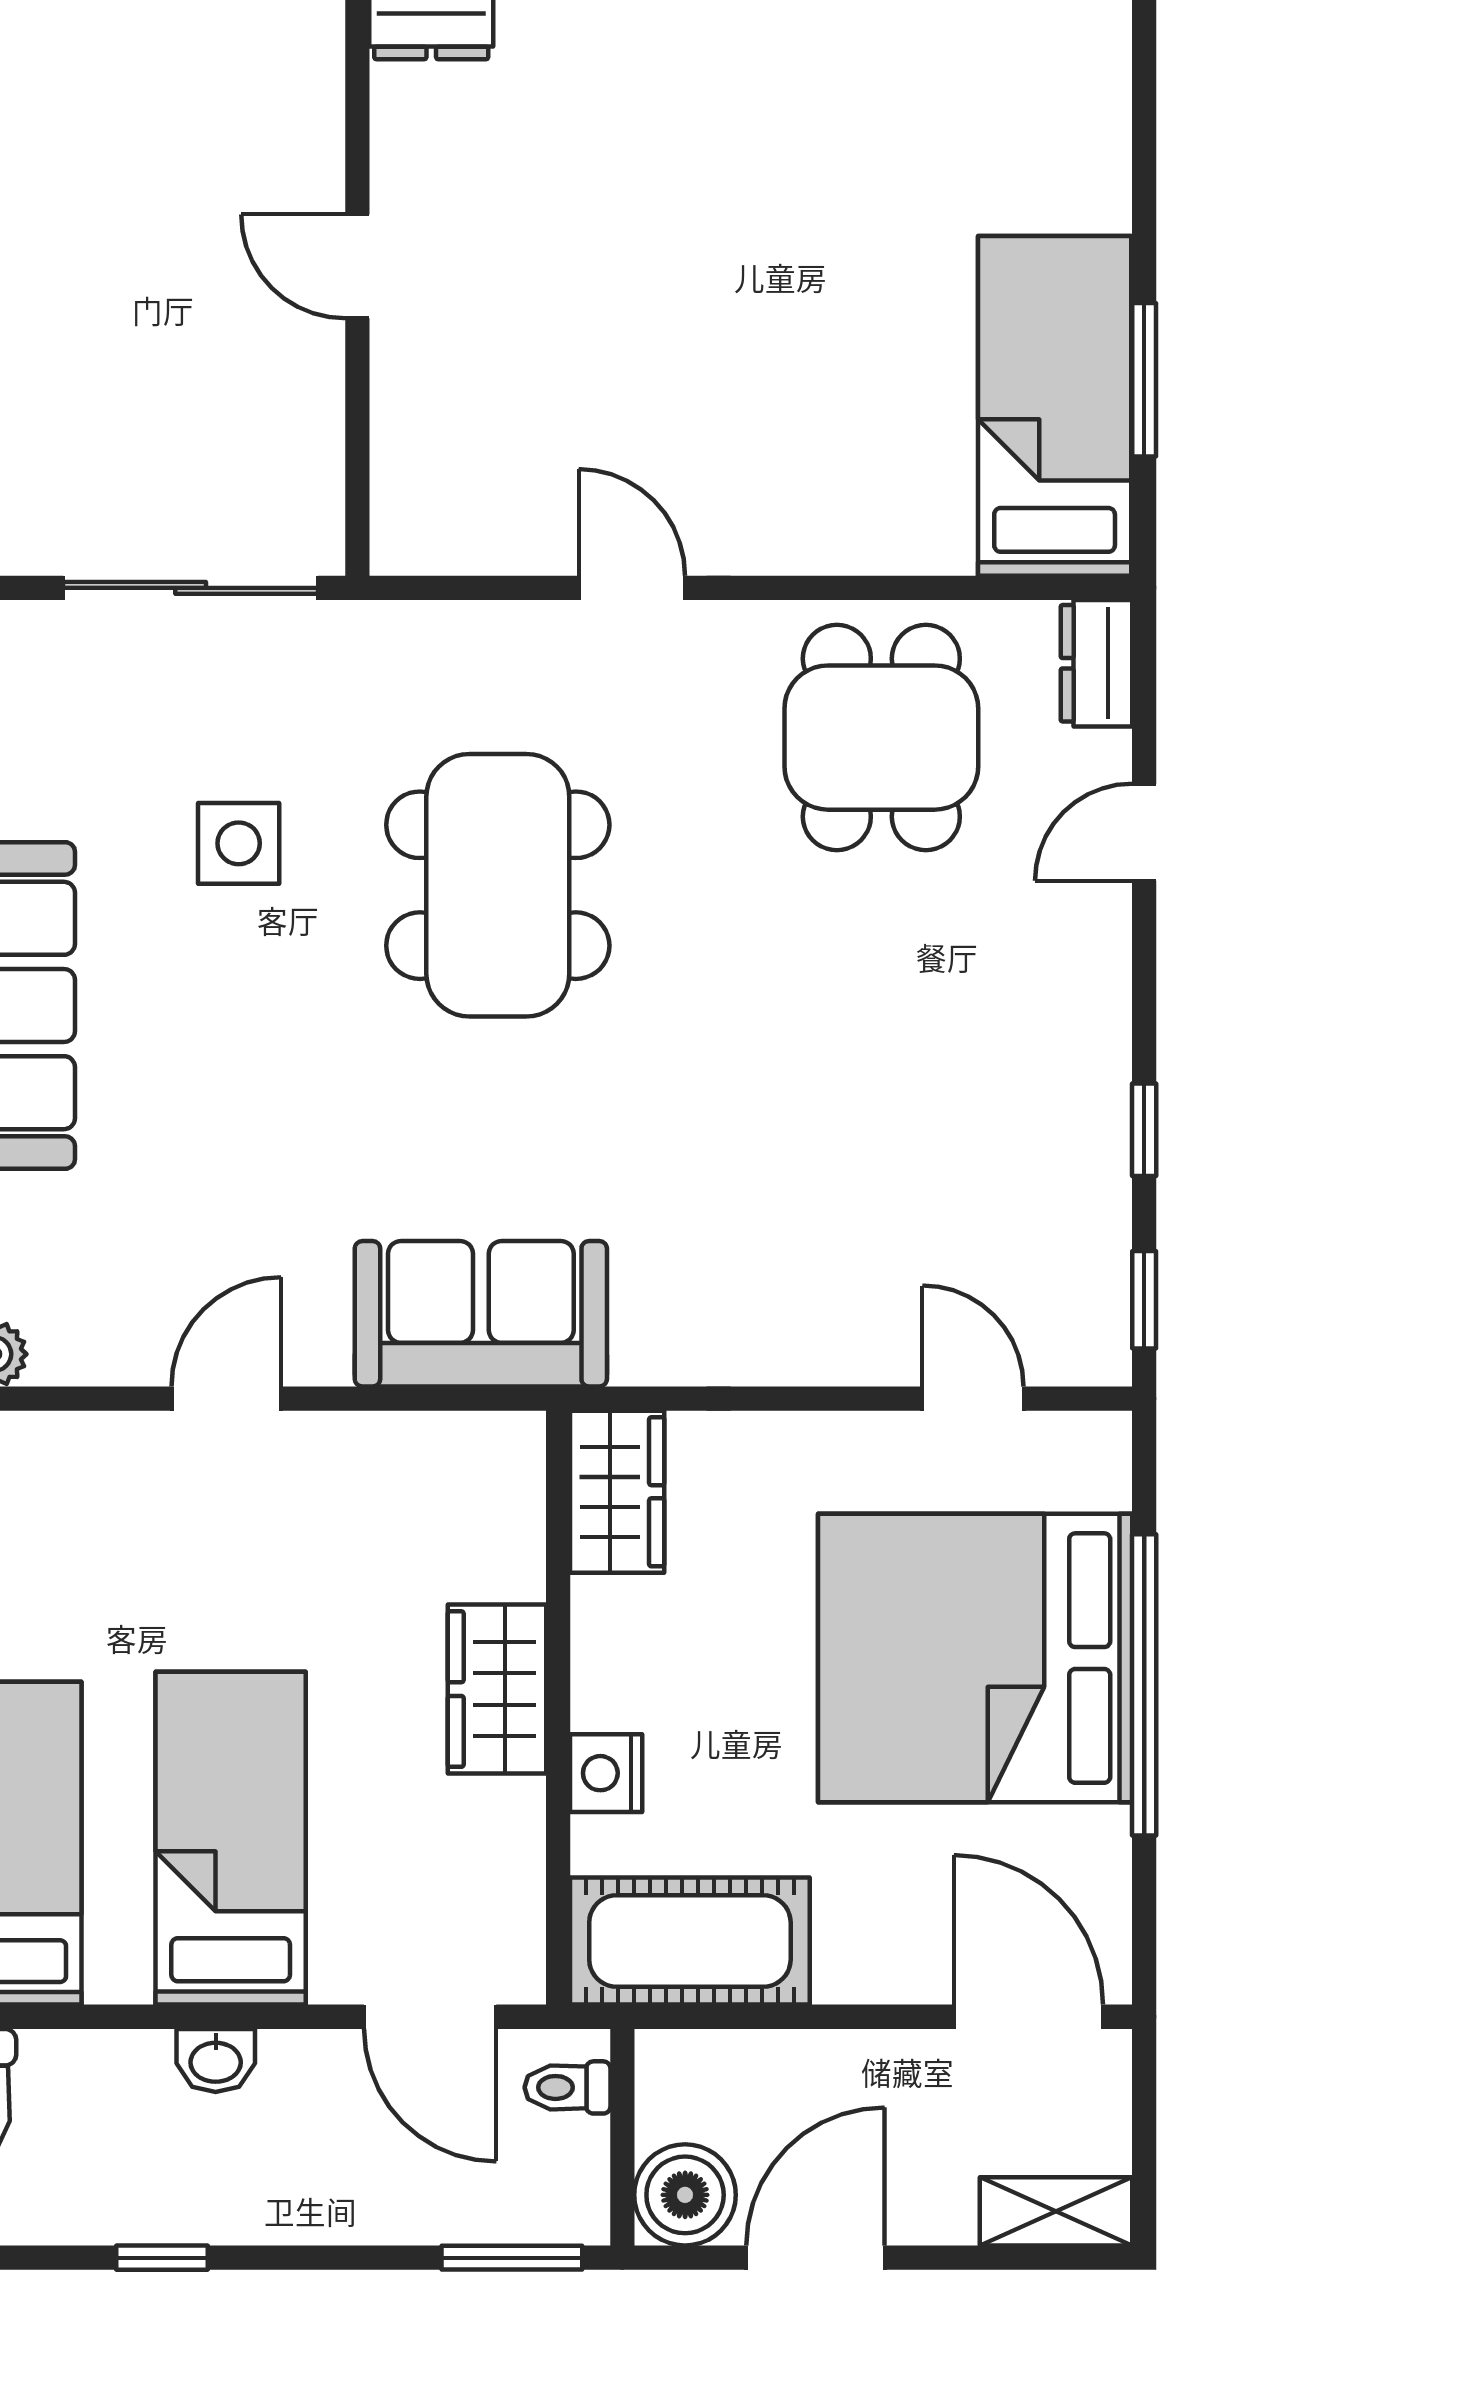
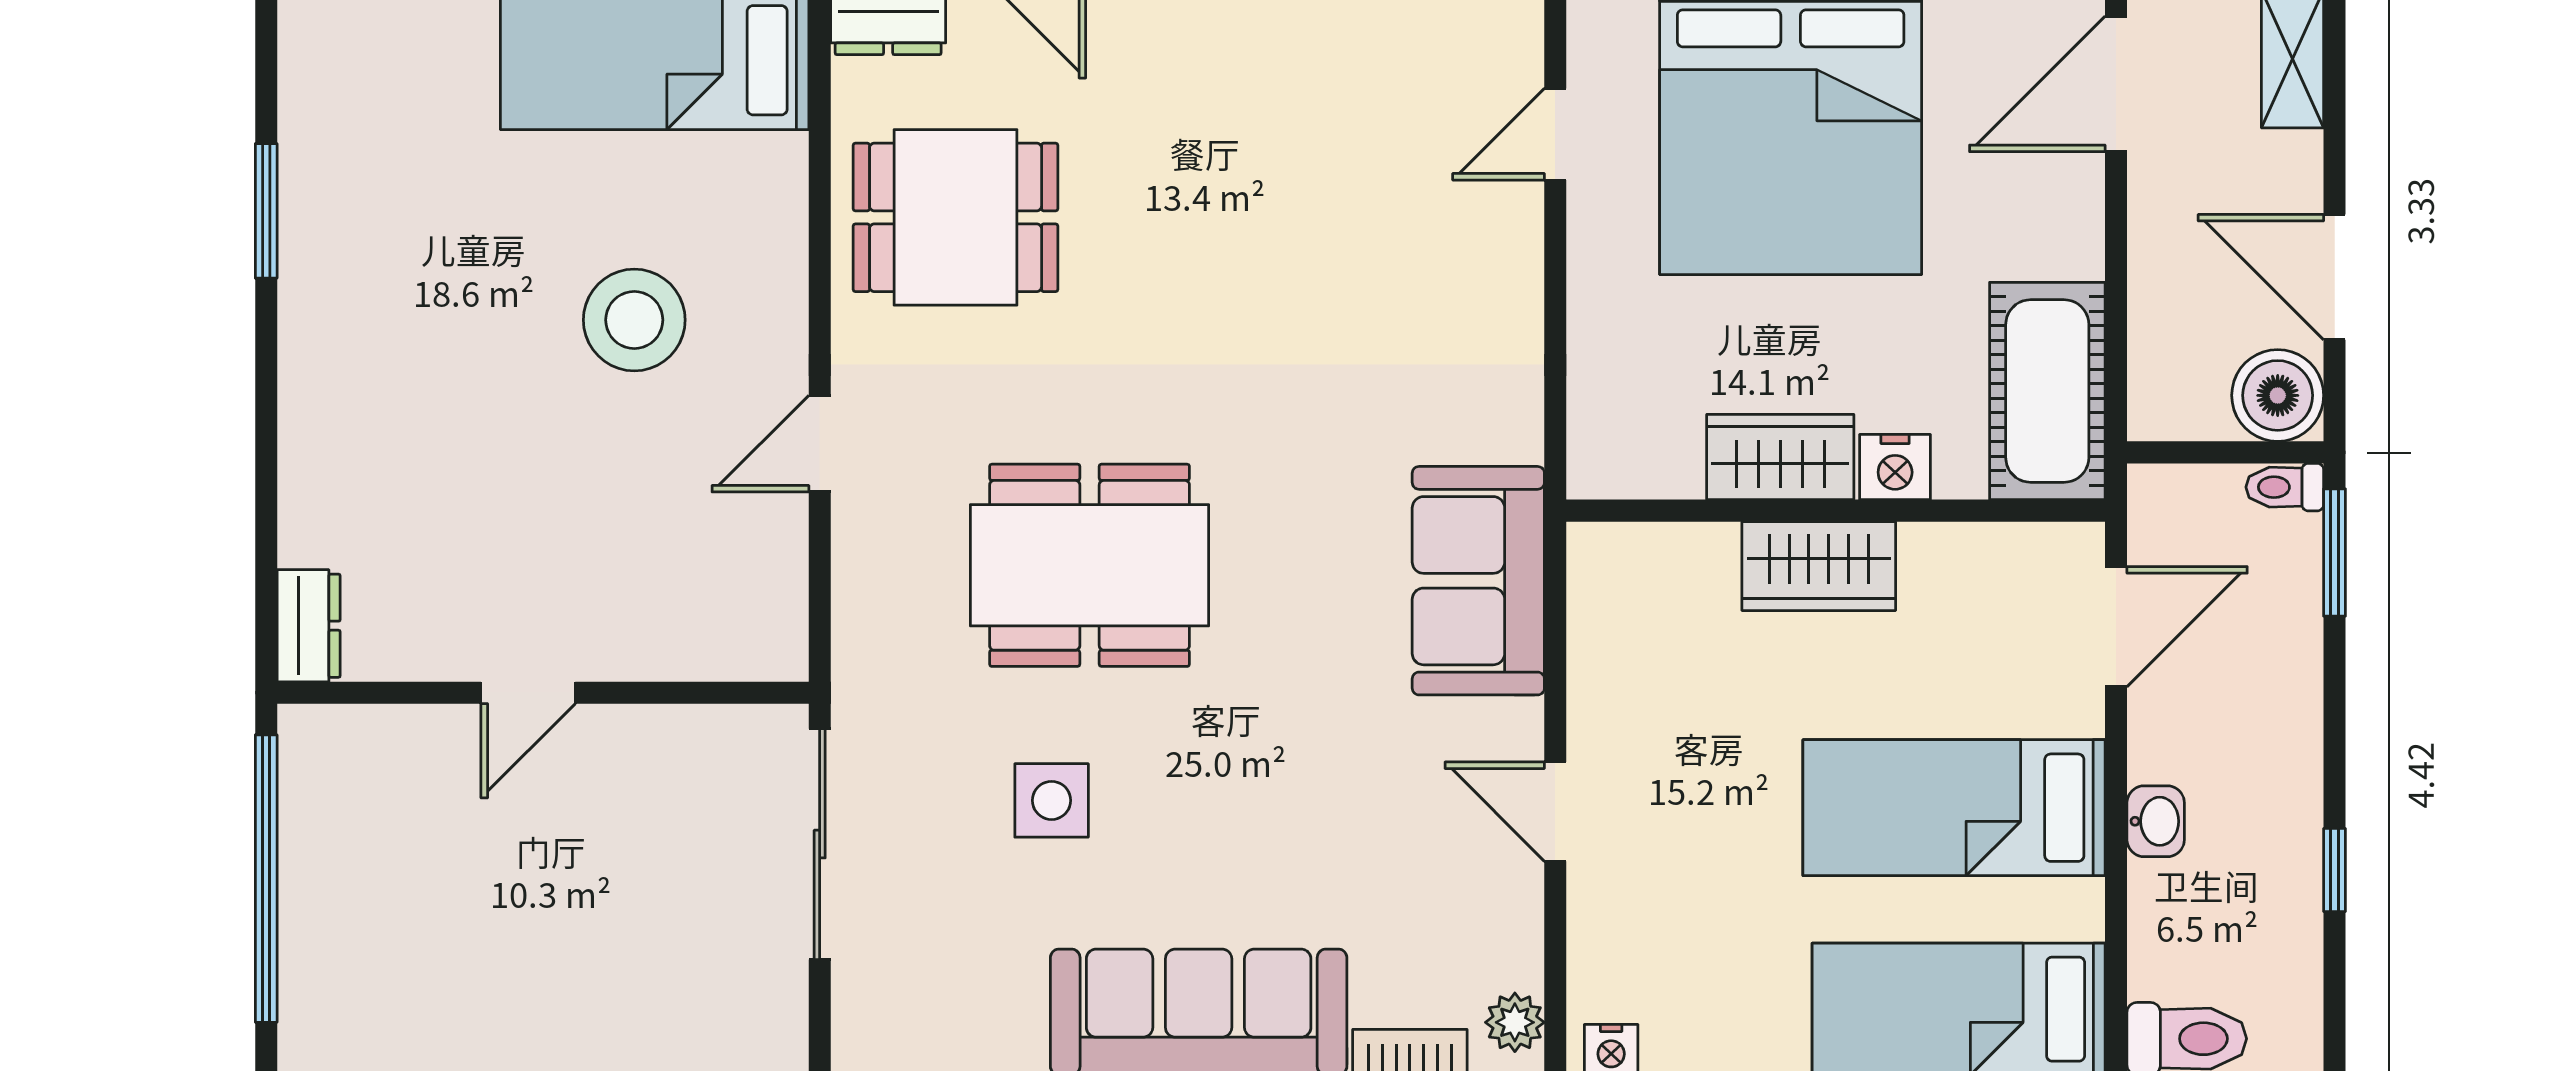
stool: (768, 383) -> (634, 320), added
wardrobe: (617, 1492) -> (1780, 457), moved
toilet: (567, 2087) -> (2285, 487), moved, turned 90

